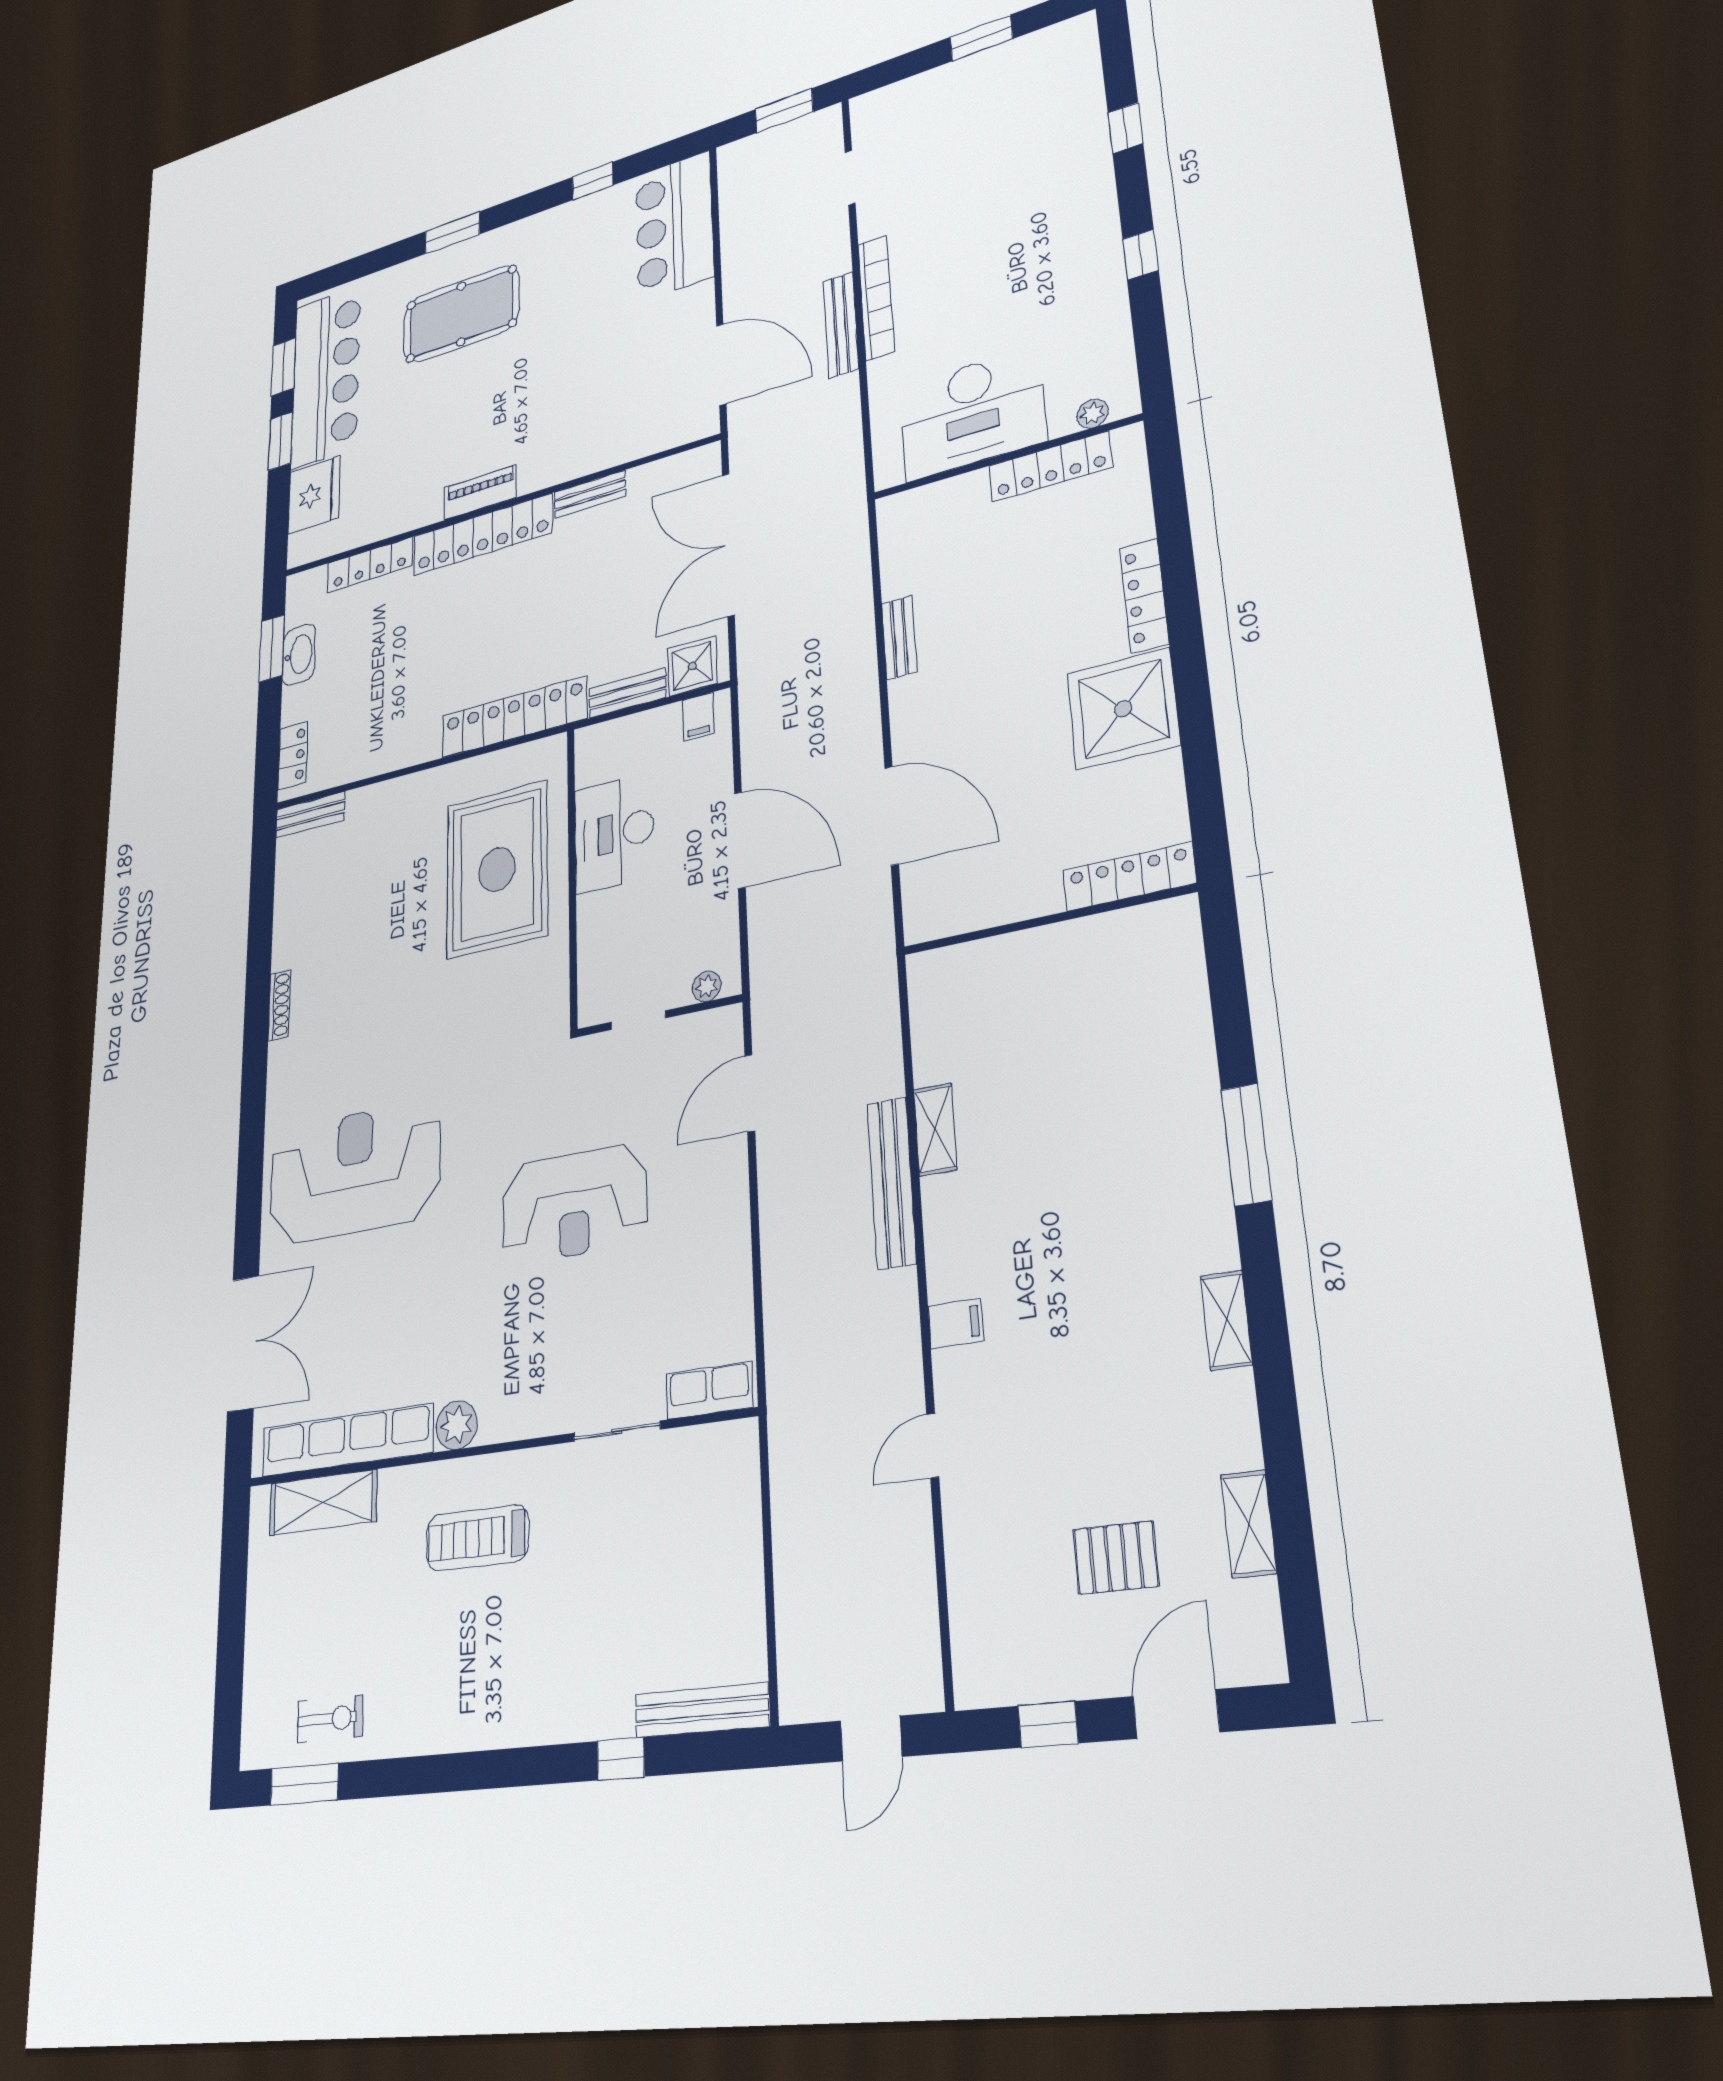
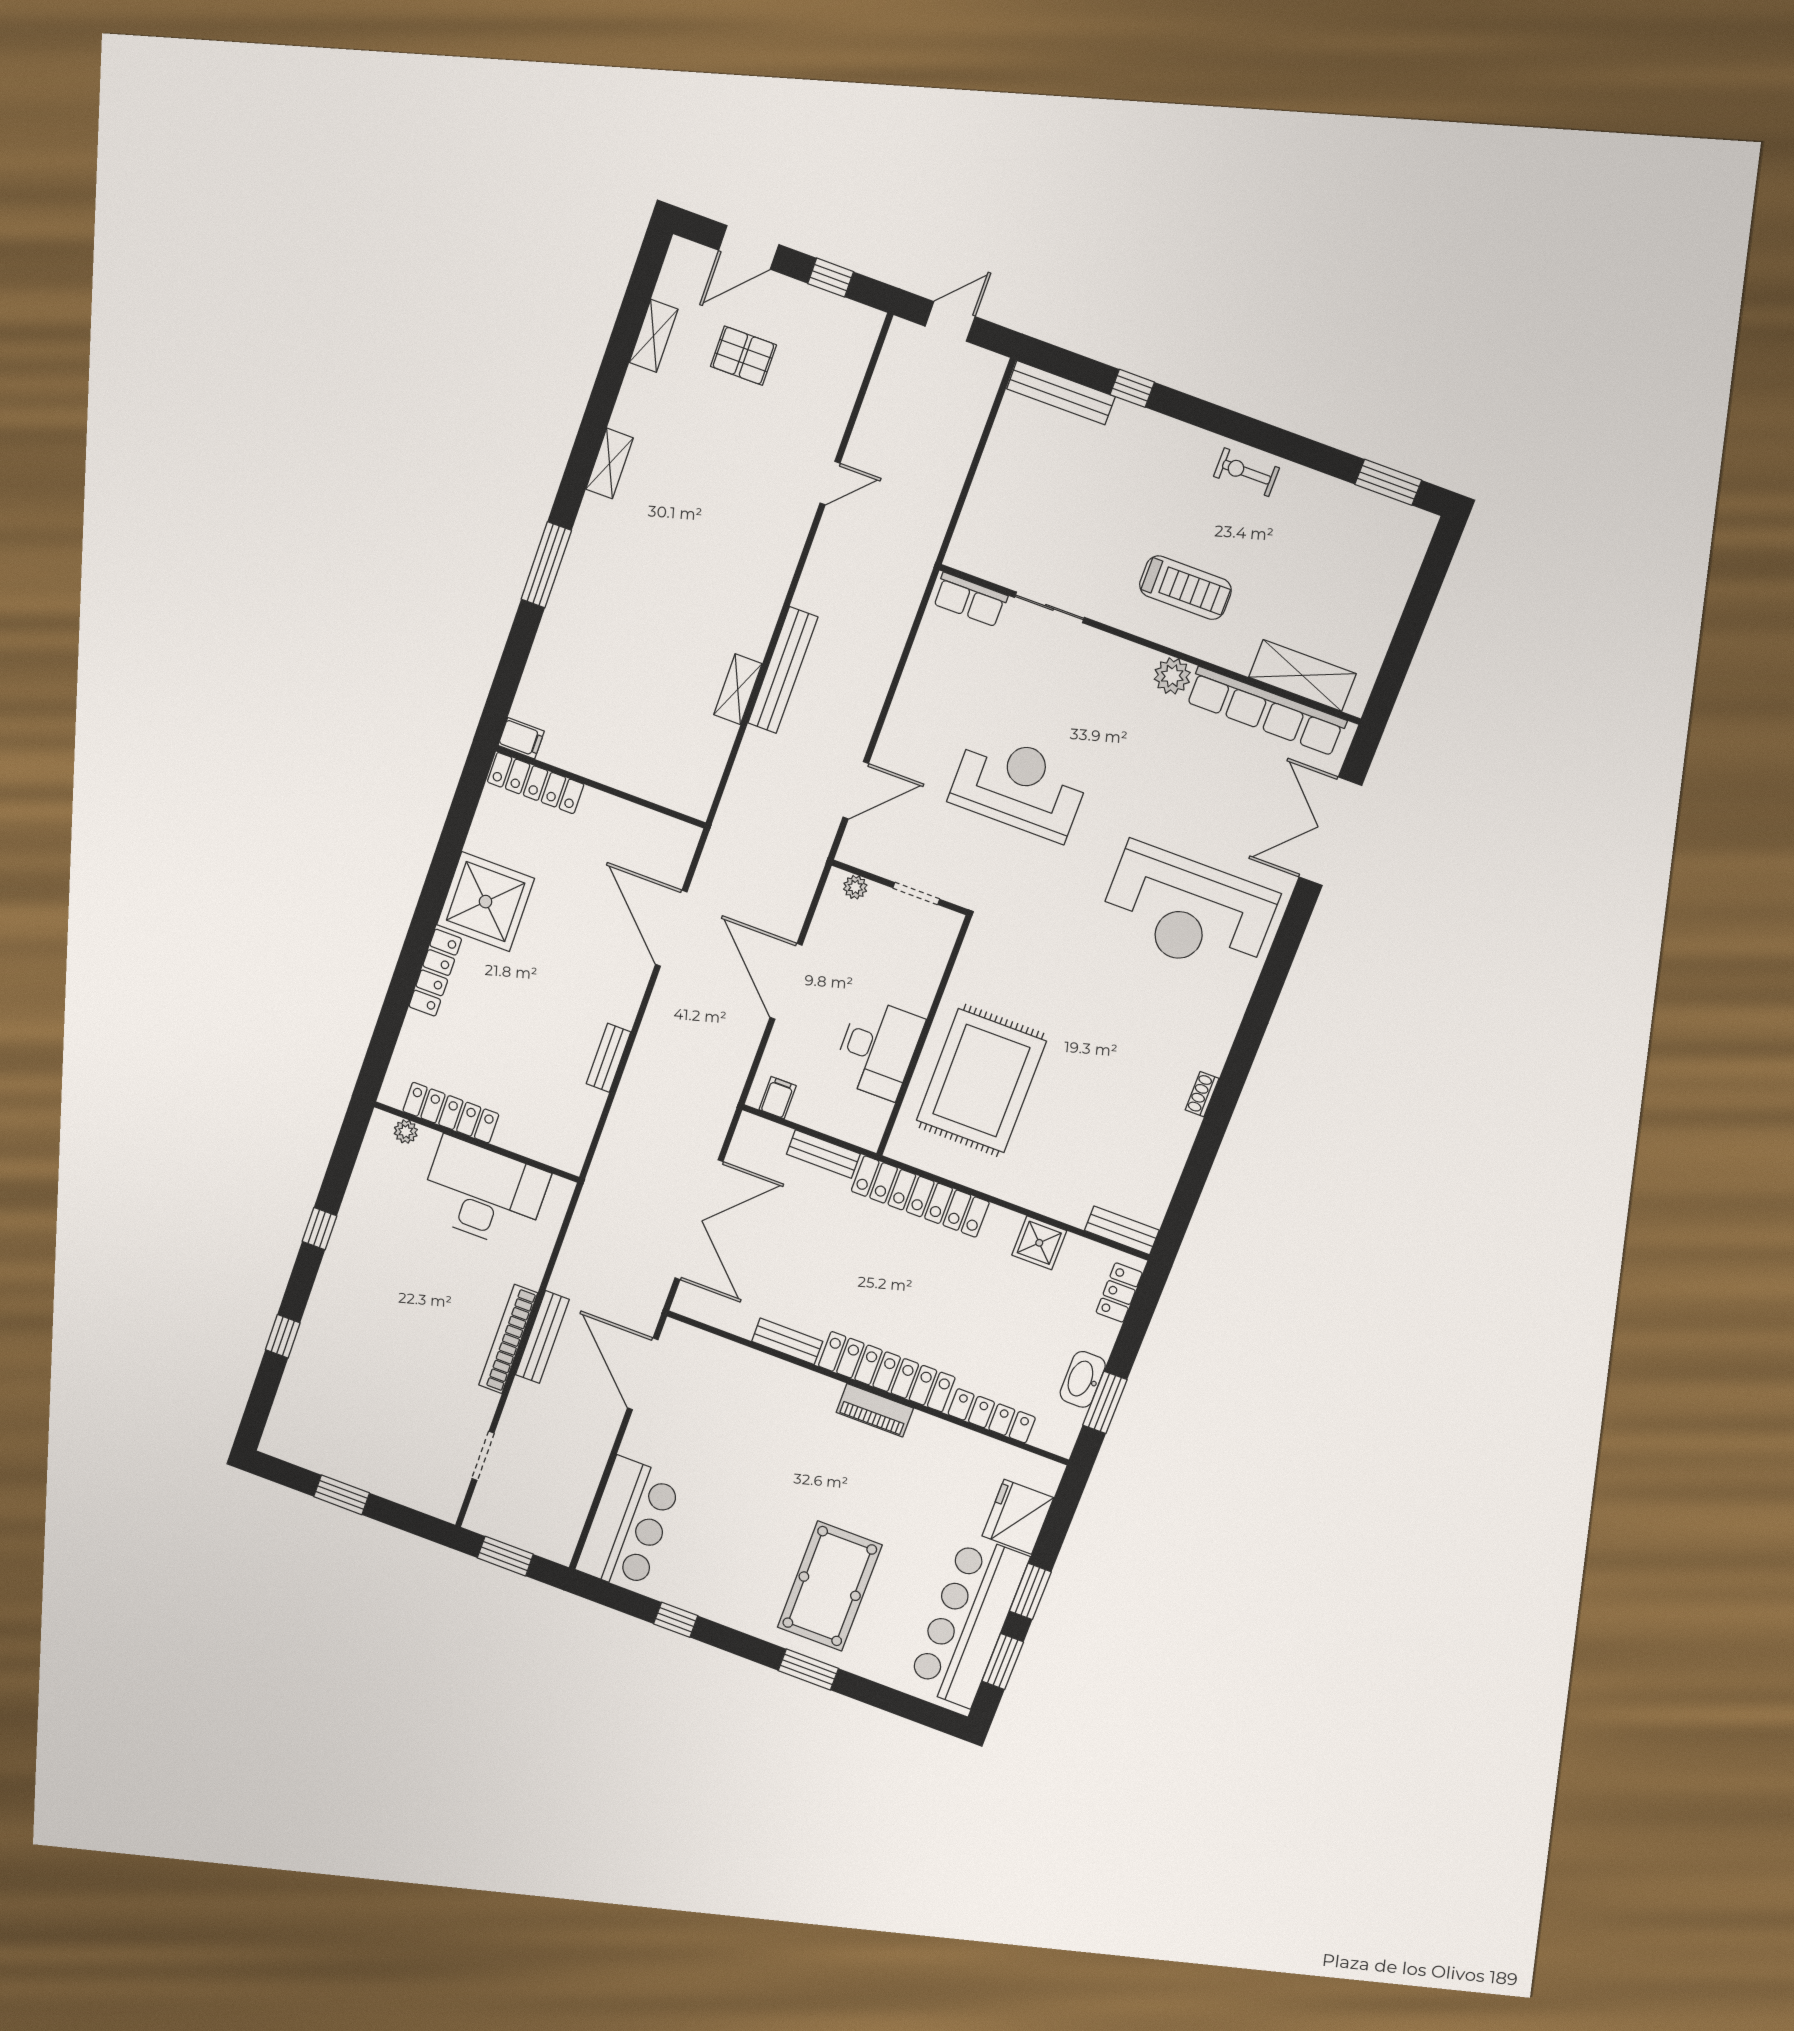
pool table: (461, 314) -> (830, 1586), turned 90
shower: (692, 666) -> (1039, 1243), moved
shoe rack: (279, 1005) -> (1202, 1094), width x0.70
filing cabinet: (956, 1324) -> (521, 738), moved, turned 180
exercise bike: (330, 1719) -> (1246, 472), moved

